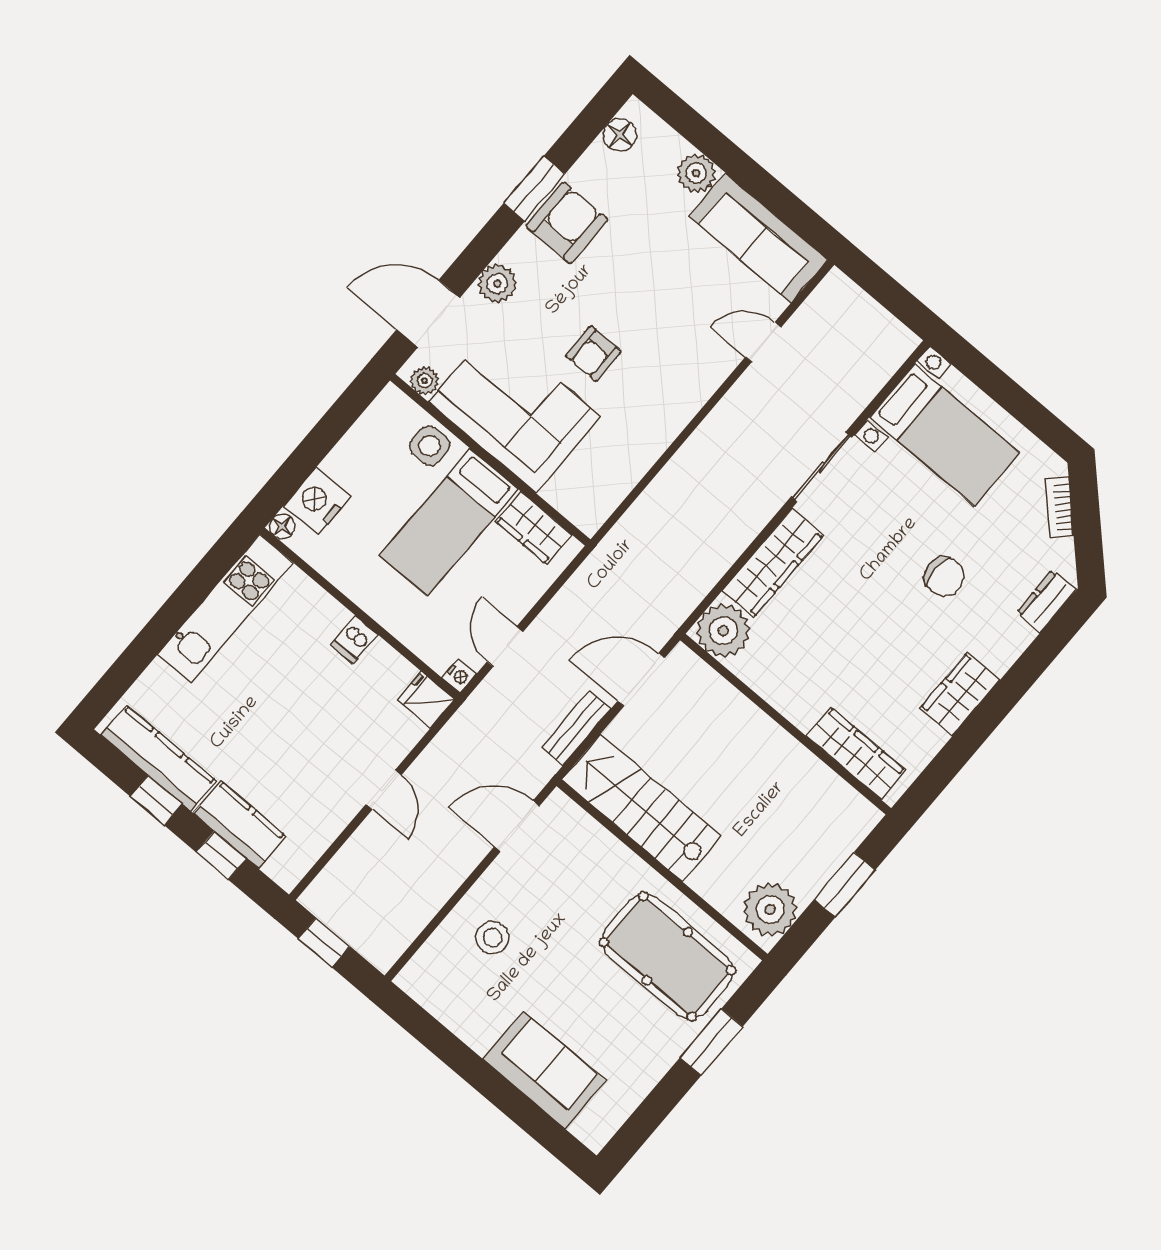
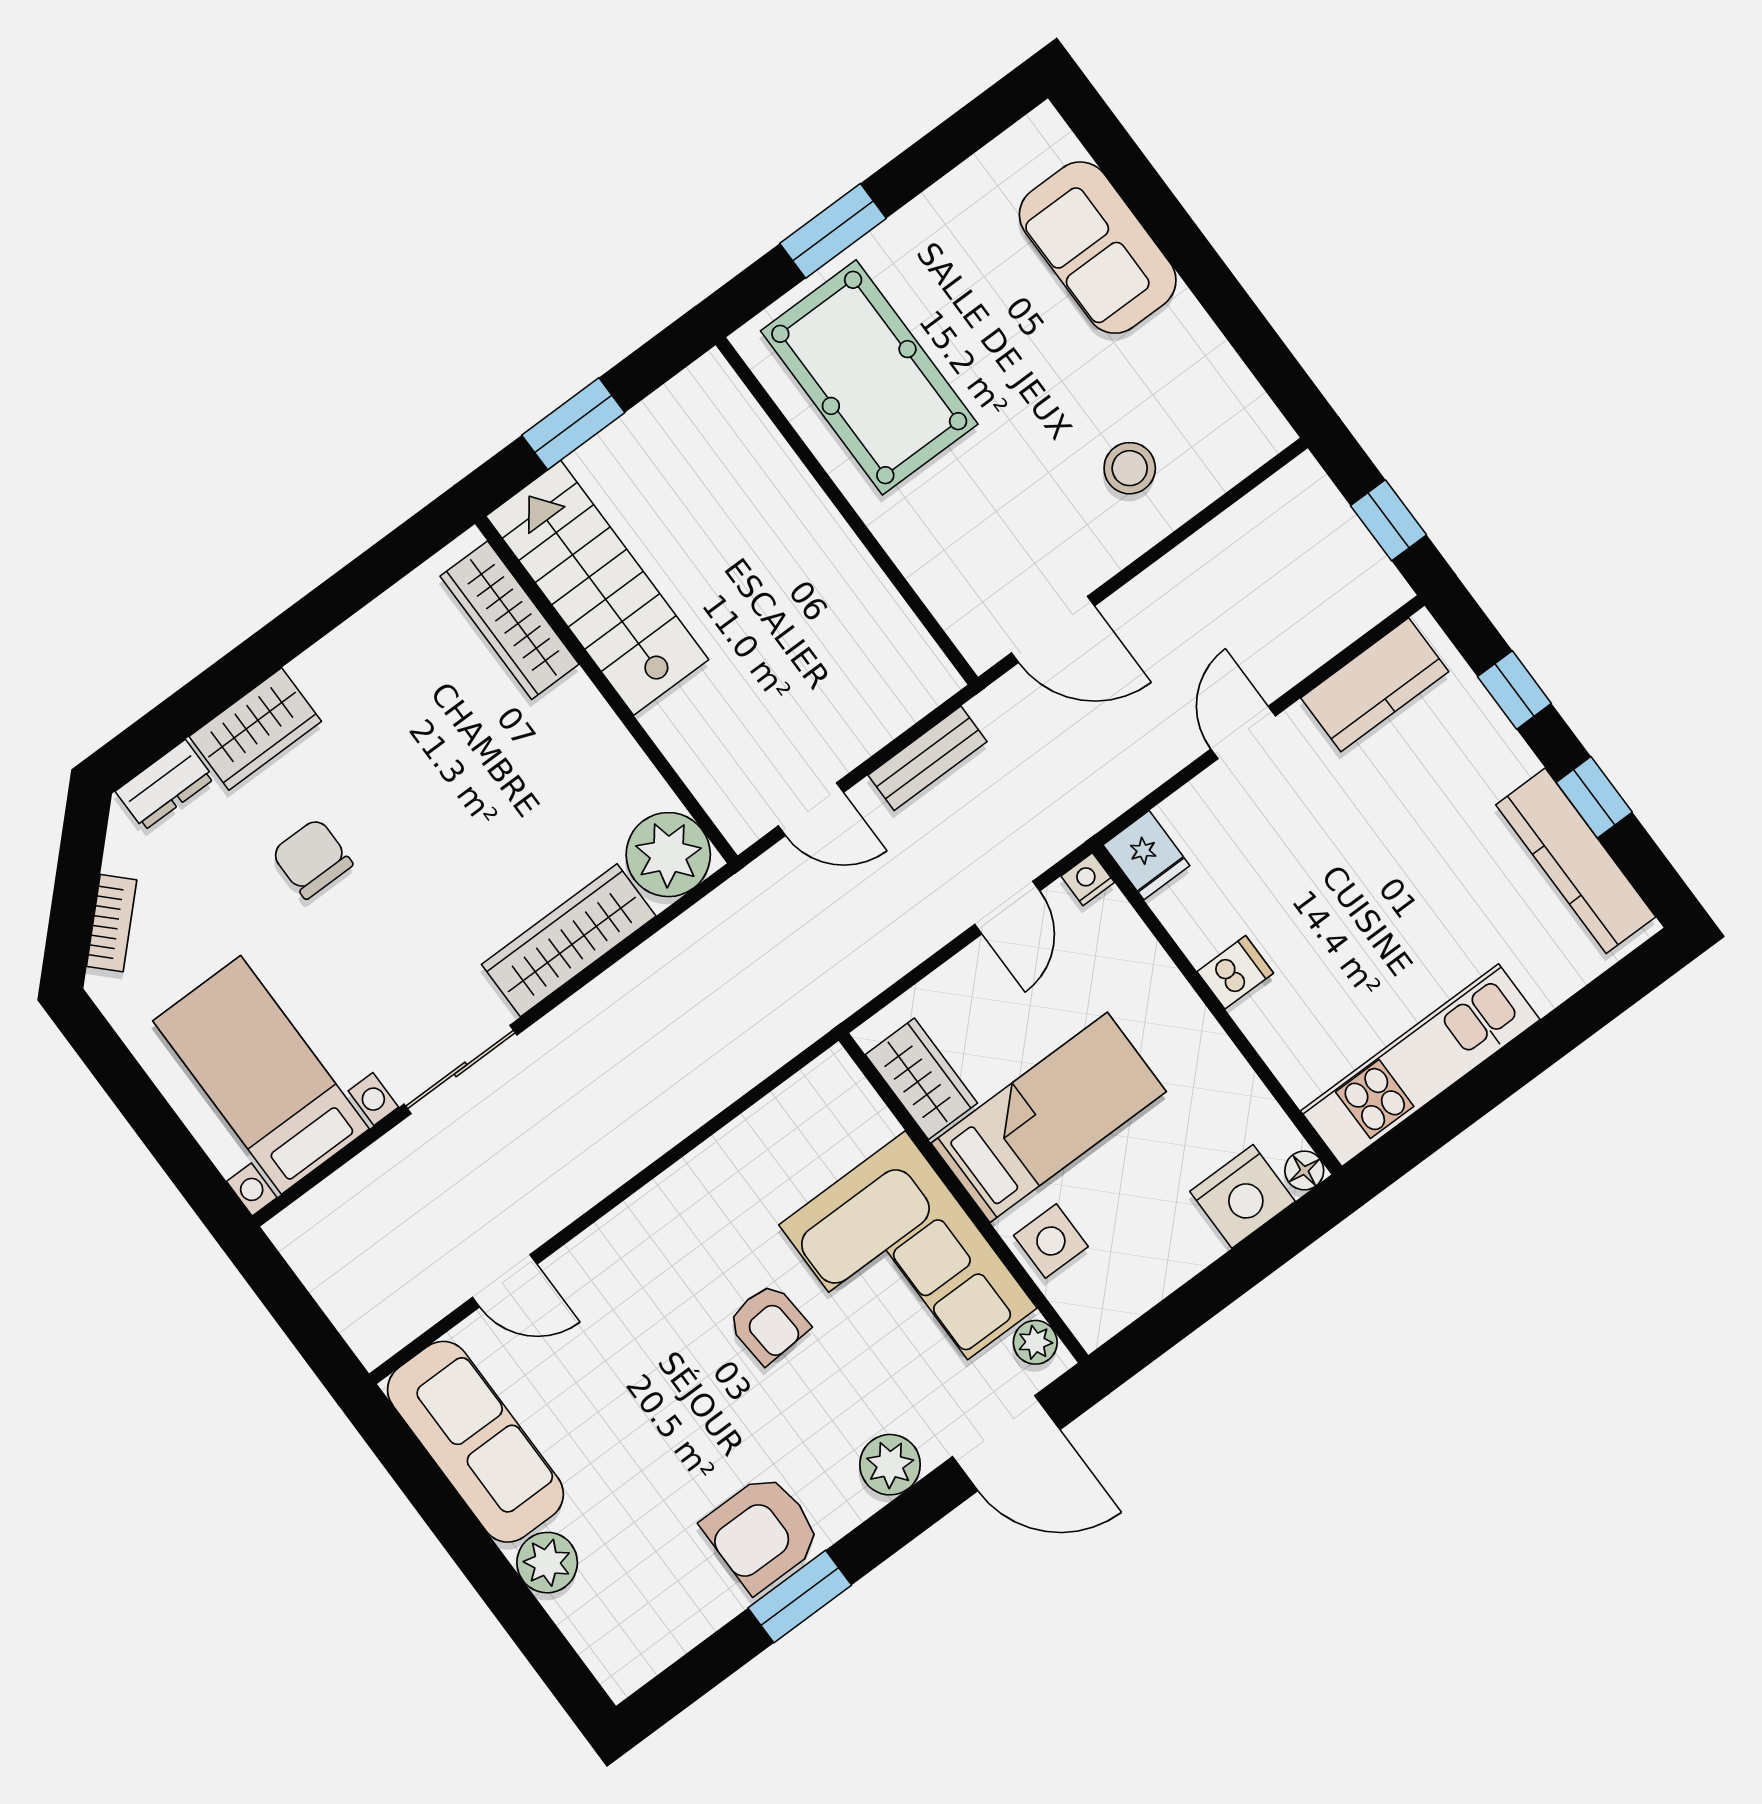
floor lamp: (620, 135) -> (650, 1648), removed
armchair: (593, 354) -> (768, 1324), turned 86
door: (641, 680) -> (811, 809), width x0.73
wardrobe: (960, 694) -> (255, 729), moved
stairs: (642, 808) -> (597, 588), moved, turned 180
kitchen counter: (240, 825) -> (1375, 685), moved, turned -90
plant: (770, 910) -> (696, 412), removed

